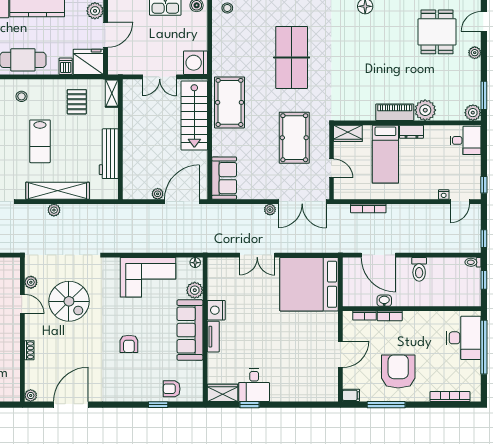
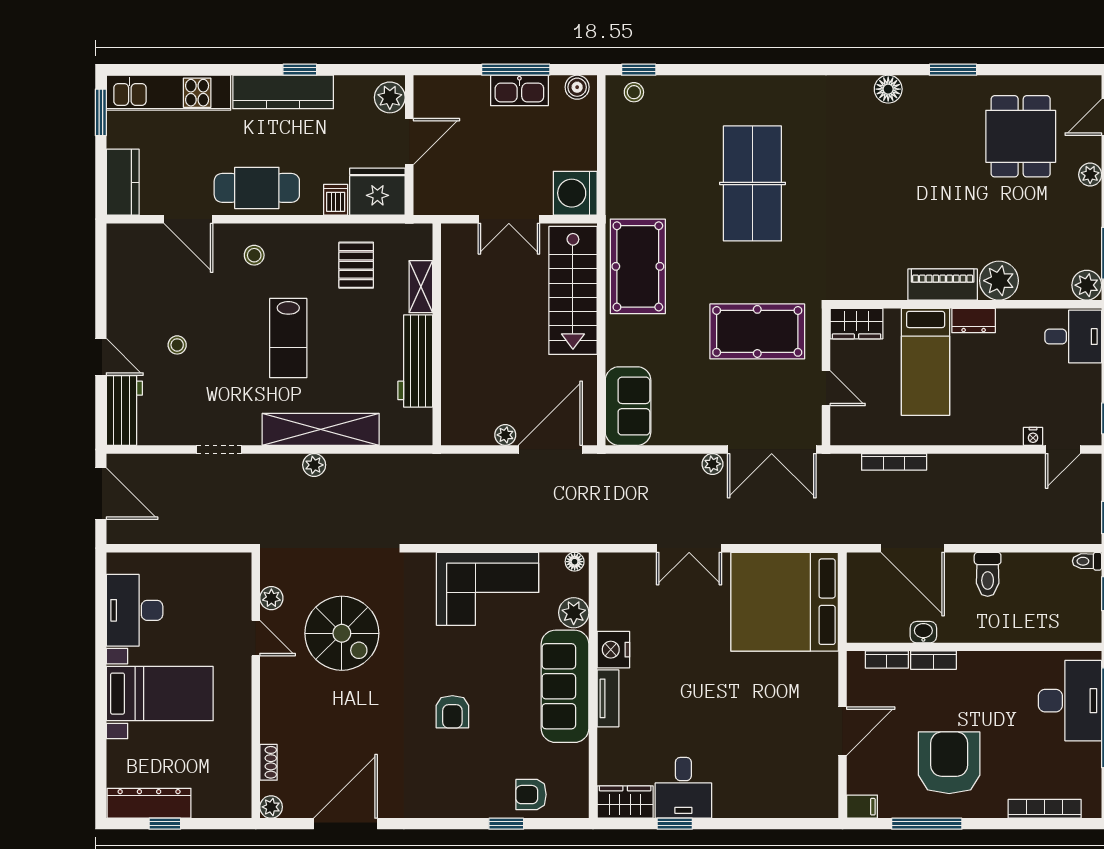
shelving: (112, 93) -> (421, 287), moved
pool table: (294, 138) -> (757, 331), turned 90
shoe rack: (29, 350) -> (269, 762), moved

